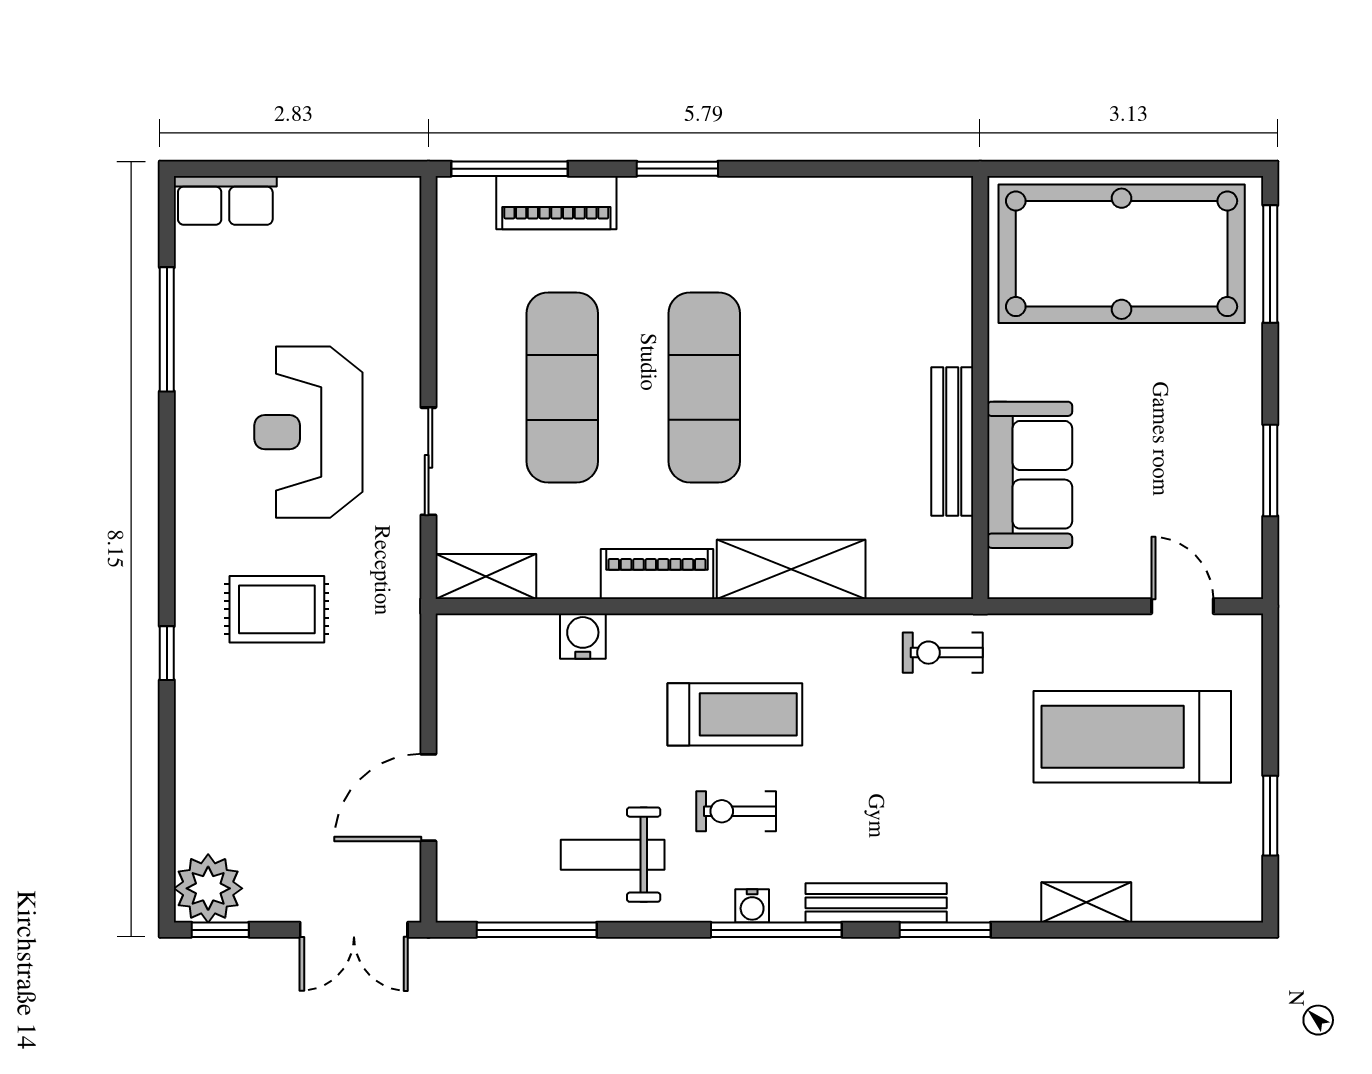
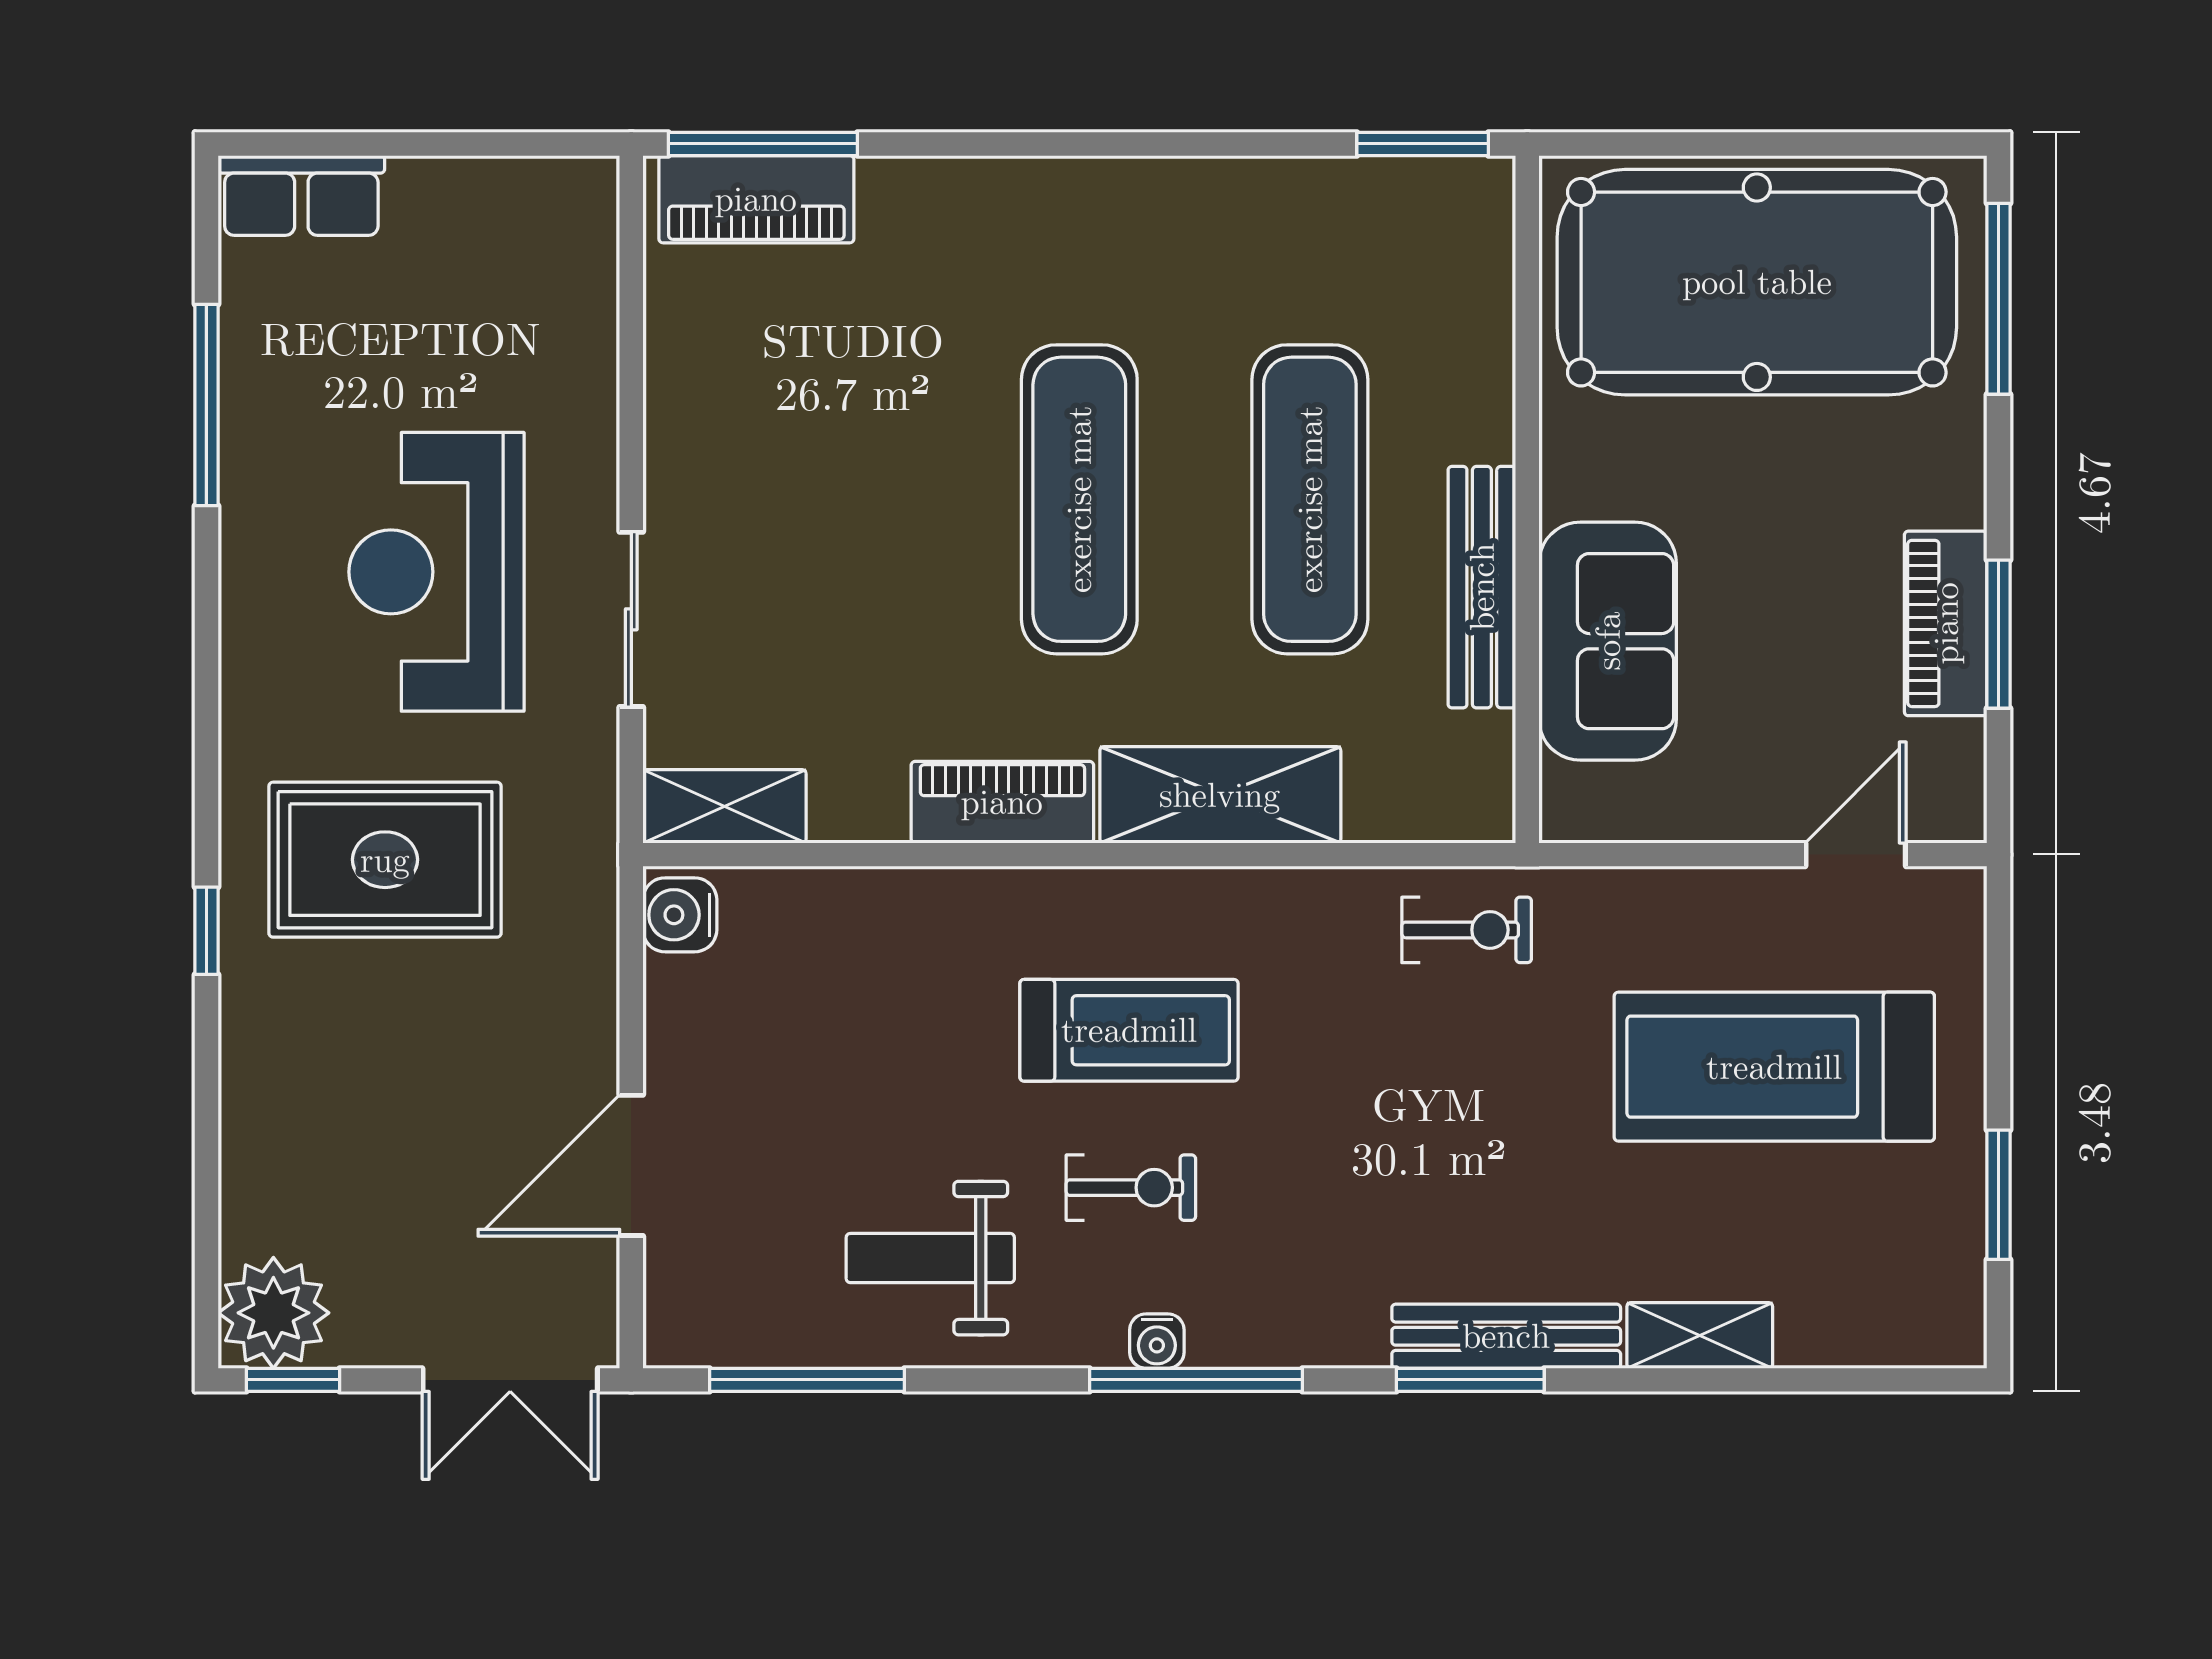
window: (677, 169) -> (1423, 144), moved
piano: (556, 203) -> (756, 199), moved
exercise mat: (562, 387) -> (1310, 499), moved
piano: (1238, 464) -> (1946, 623), added
door: (1182, 606) -> (1856, 855), hinge flipped
rug: (277, 609) -> (385, 860), width x1.36, depth x1.43
water cooler: (583, 636) -> (680, 915), moved, turned -90
exercise bike: (943, 653) -> (1467, 930), turned 180
exercise bike: (736, 811) -> (1131, 1188), turned 180
bench: (876, 903) -> (1506, 1336), moved

